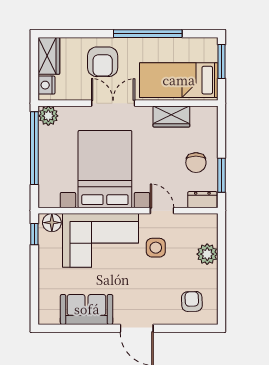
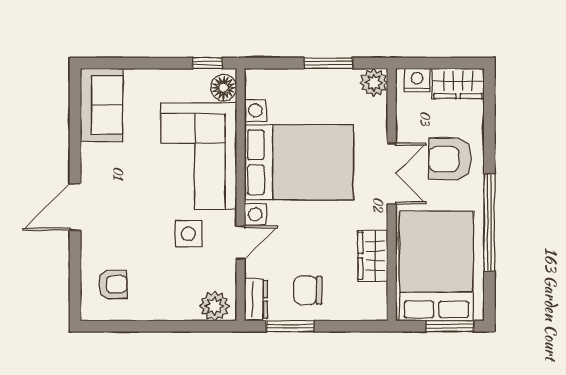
bed: (179, 80) -> (436, 266), width x1.50
window: (34, 148) -> (328, 63), width x0.47
plant: (207, 254) -> (215, 306), moved
sofa: (87, 309) -> (101, 105), moved

